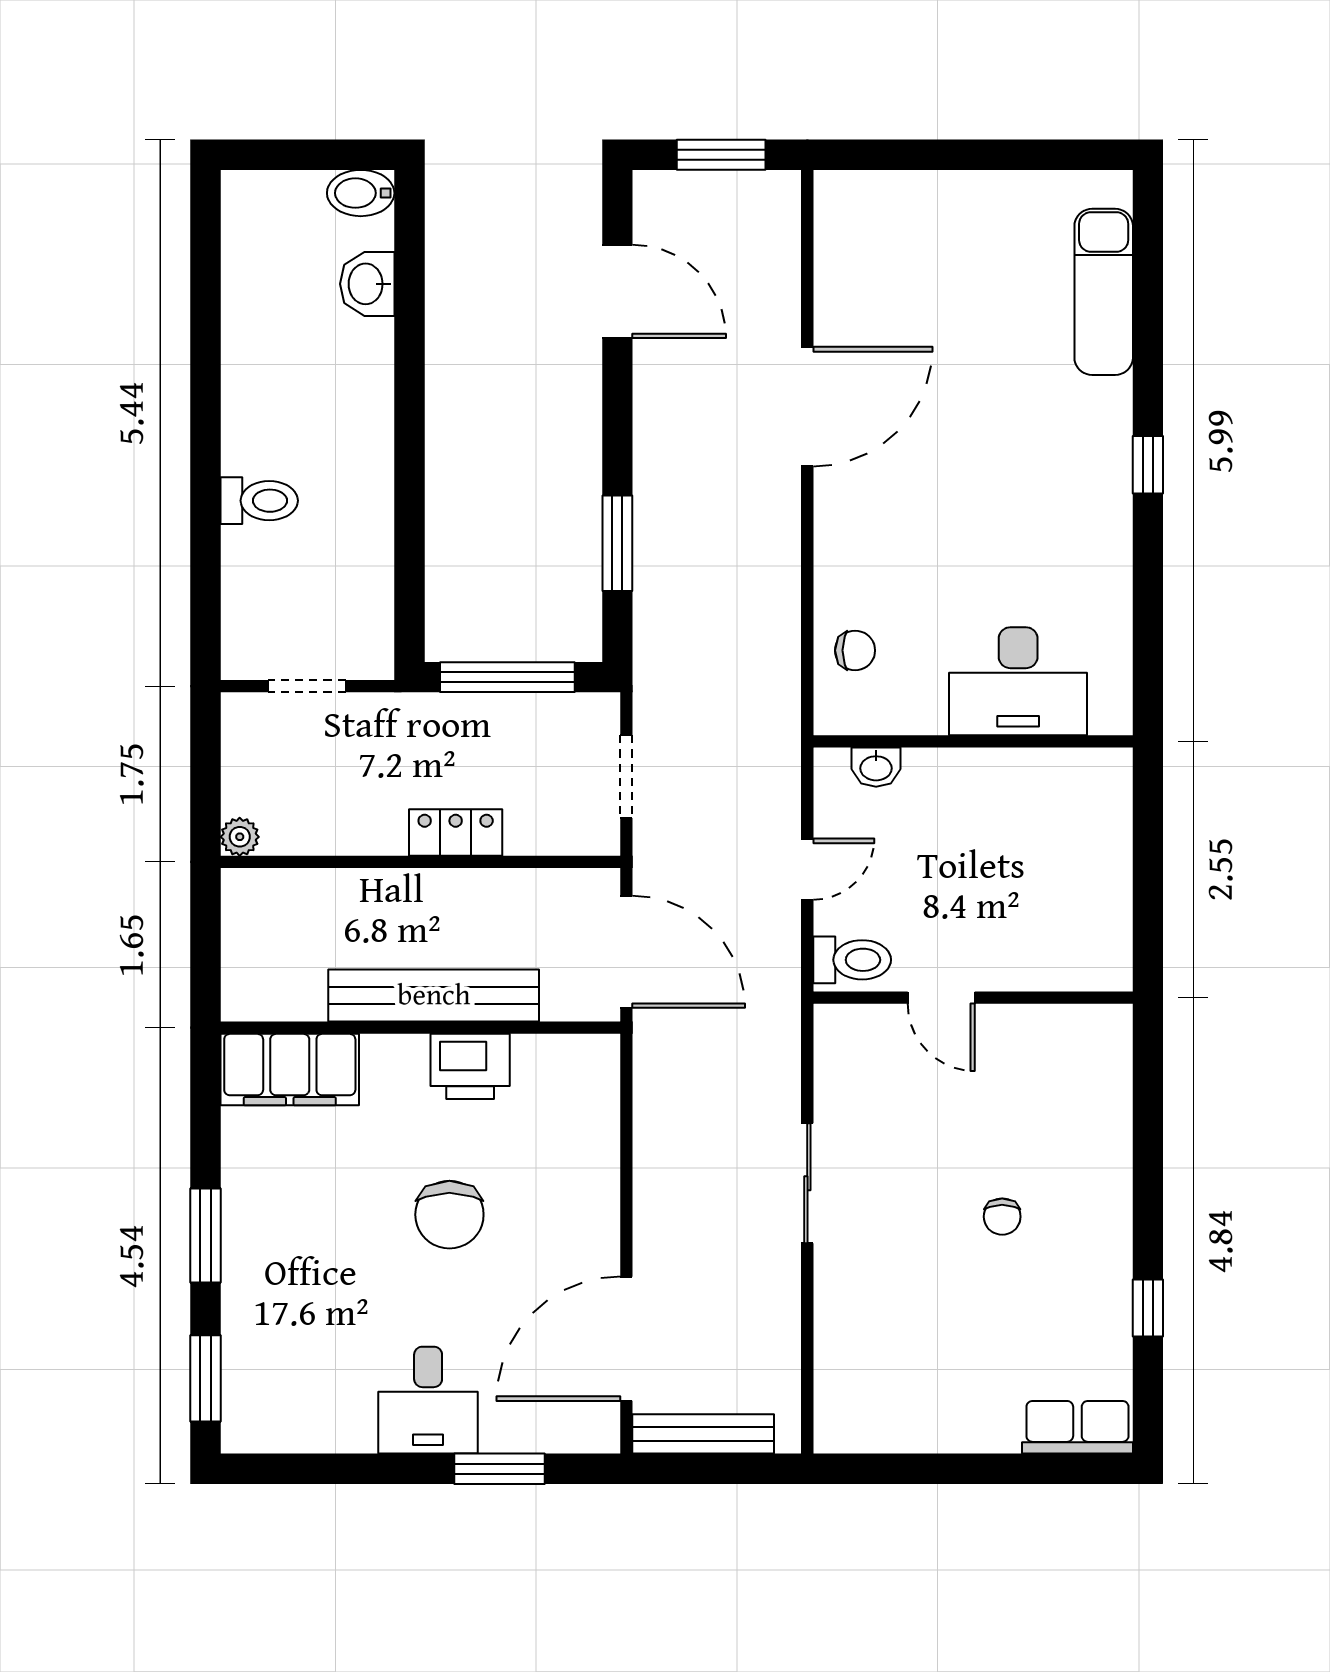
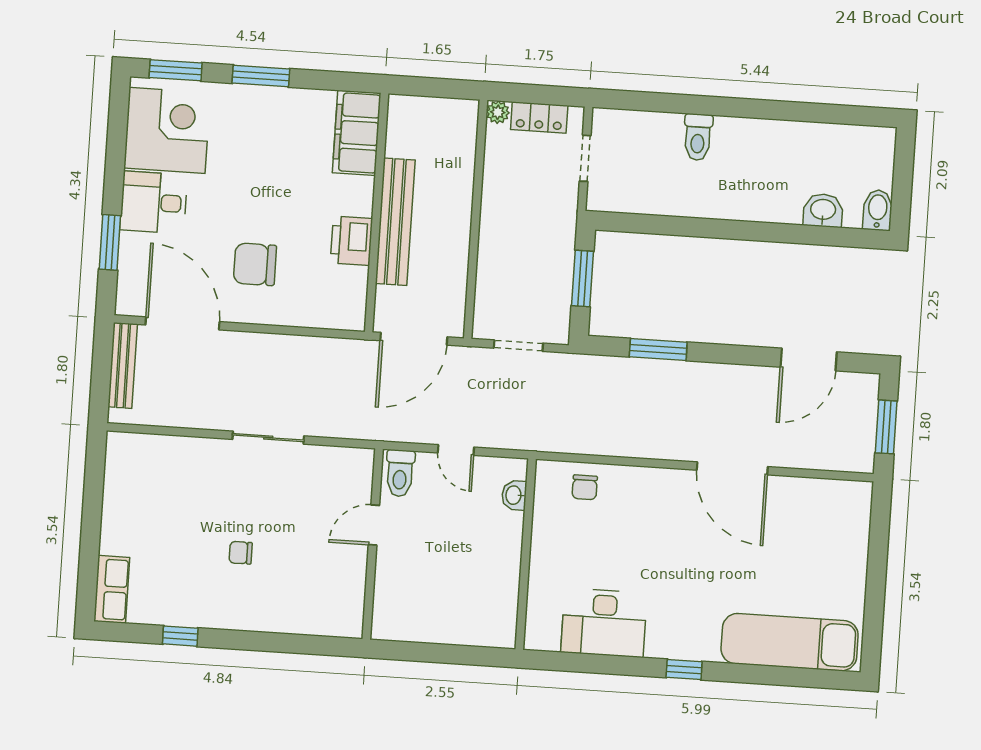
exam couch: (1104, 292) -> (790, 642), width x1.36, depth x1.45
window: (507, 677) -> (583, 278), width x0.69
desk: (1018, 681) -> (604, 623), moved, turned -90
locker: (456, 832) -> (539, 118), moved, turned 90
chair: (449, 1215) -> (255, 264), moved
corner desk: (307, 1386) -> (167, 130), added

